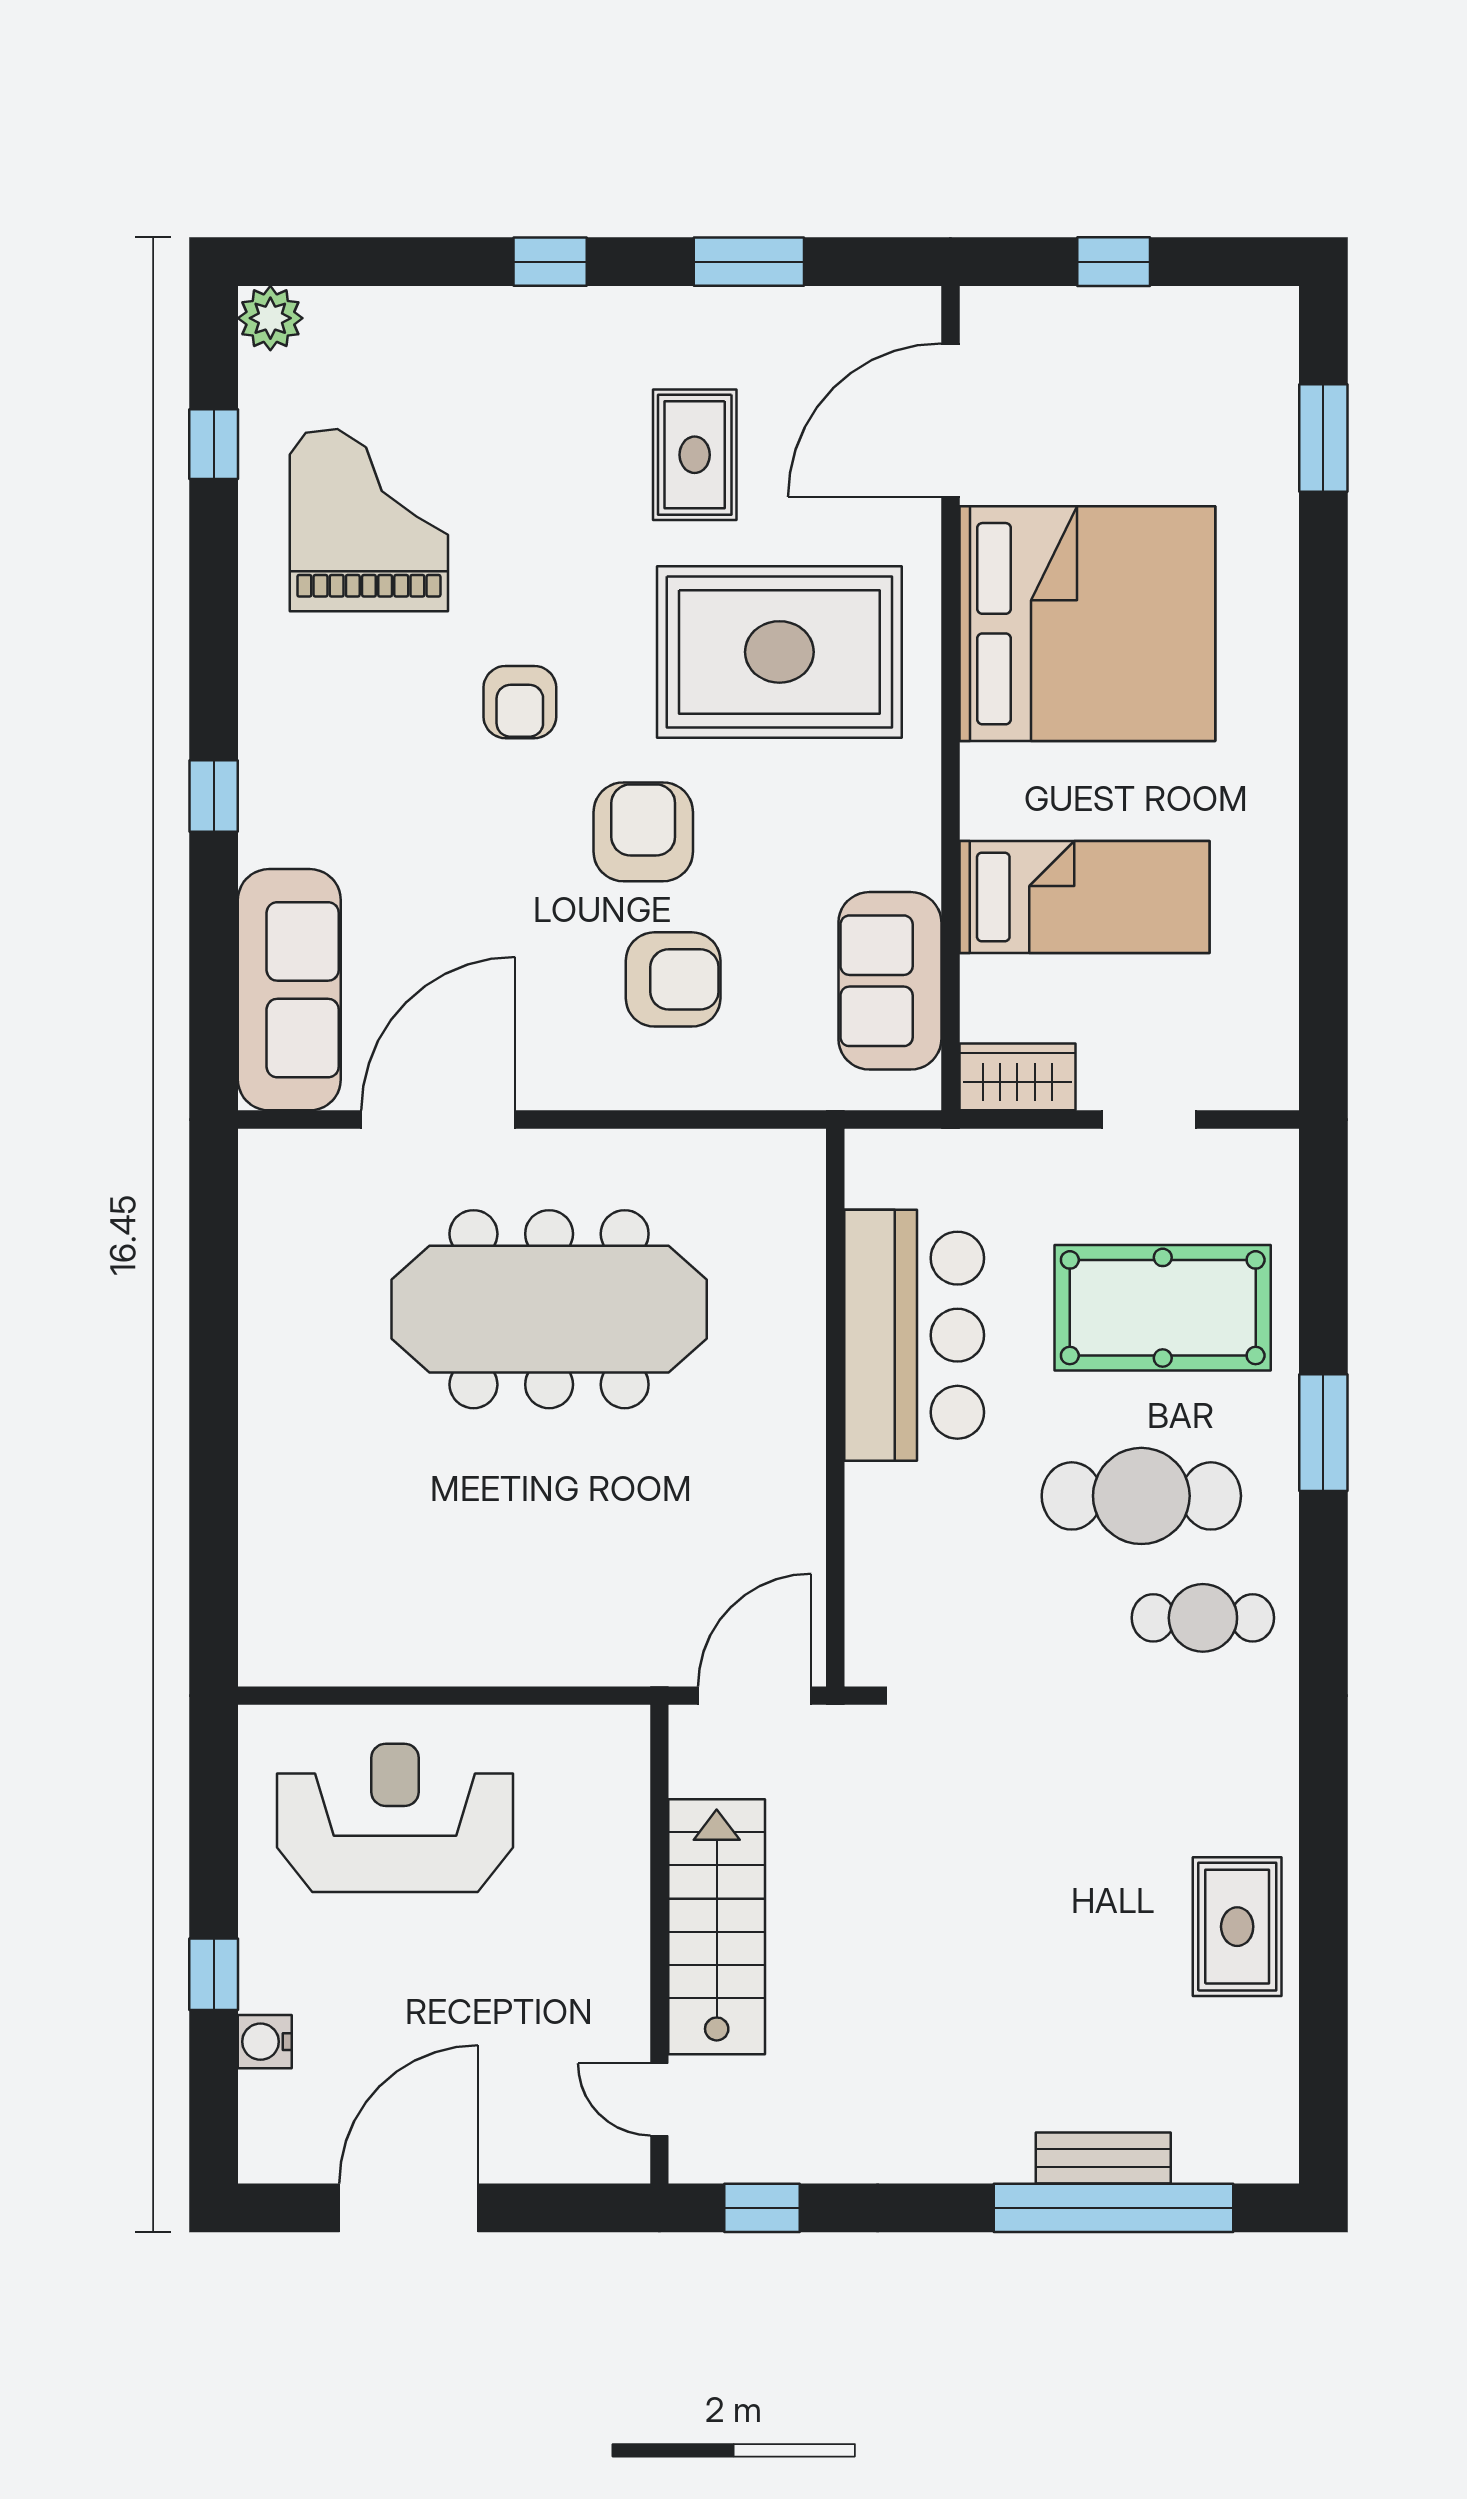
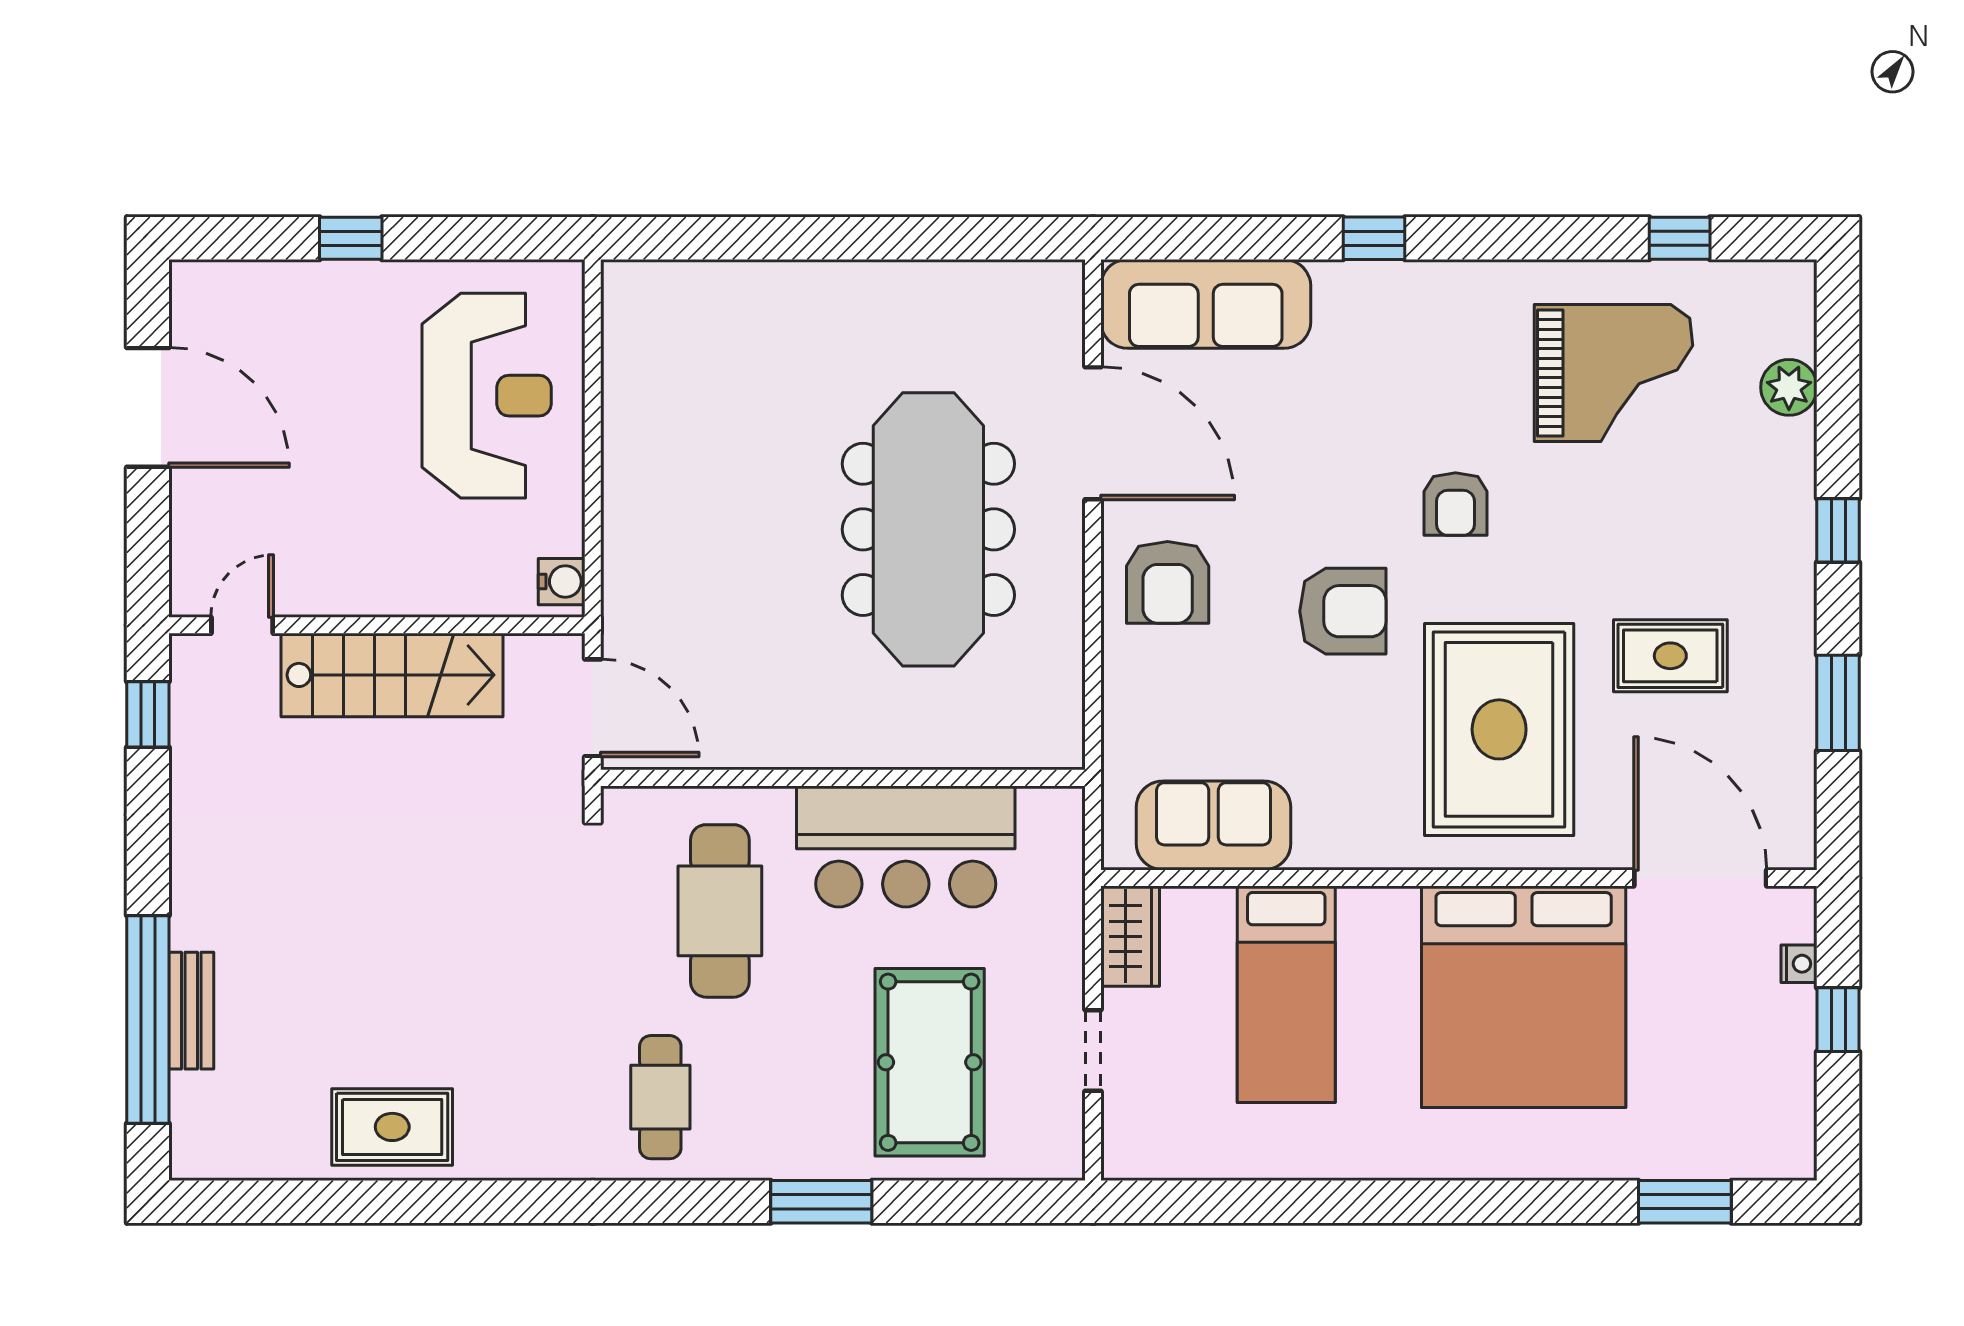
nightstand: (1049, 306) -> (1799, 964), added
plant: (270, 318) -> (1789, 387), moved
armchair: (520, 702) -> (1456, 504), turned -90
armchair: (673, 979) -> (1168, 582), moved
cafe table: (1141, 1496) -> (720, 911), moved
water cooler: (265, 2042) -> (562, 582), moved, turned 90

